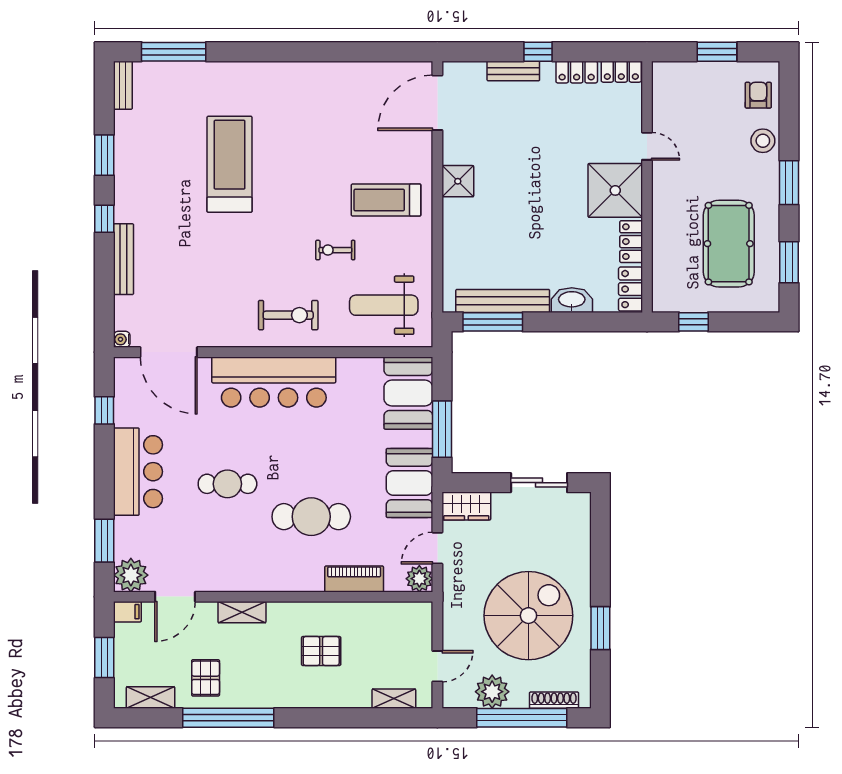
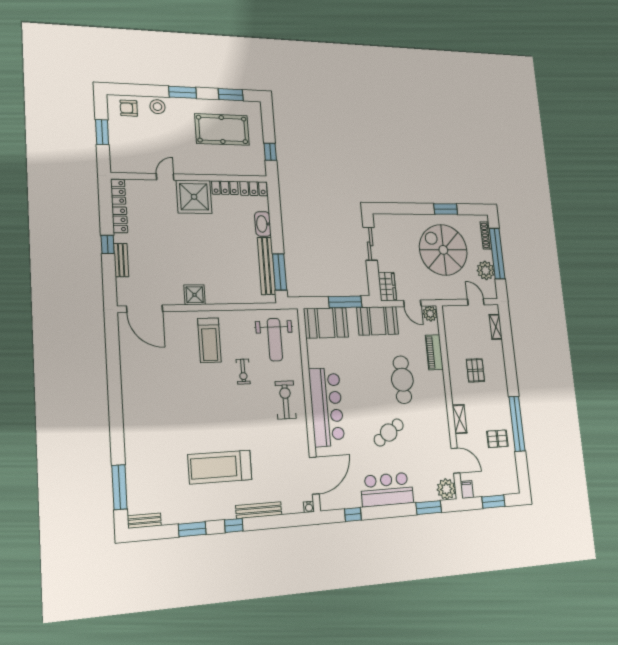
treadmill: (230, 164) -> (220, 467), moved
cafe table: (227, 484) -> (389, 432), turned 56
shelving: (151, 698) -> (512, 471), removed

